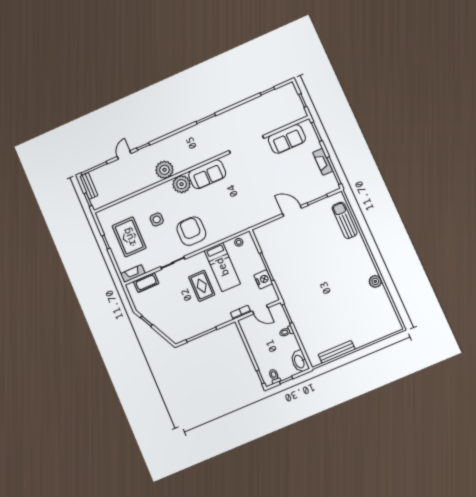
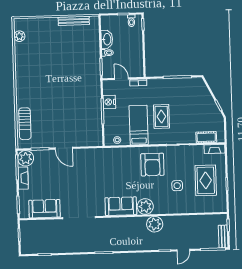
plant: (329, 184) -> (26, 158), added
plant: (375, 281) -> (19, 36), moved
washbasin: (300, 361) -> (107, 39), moved

